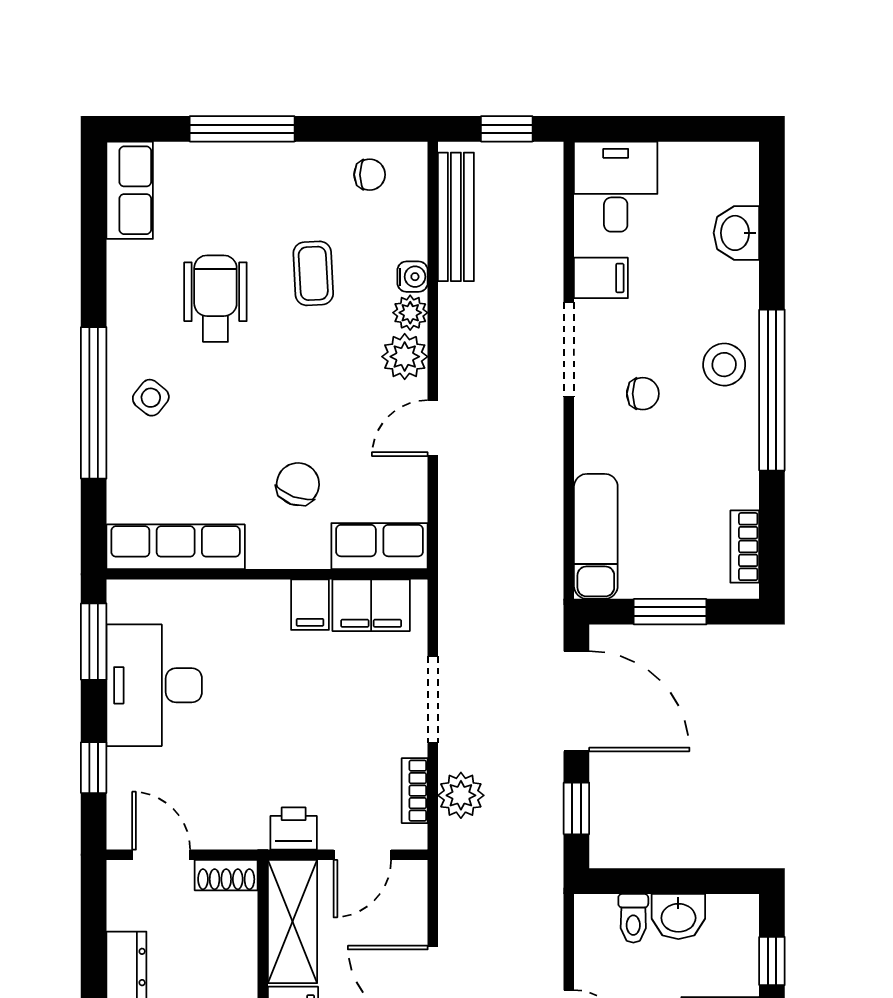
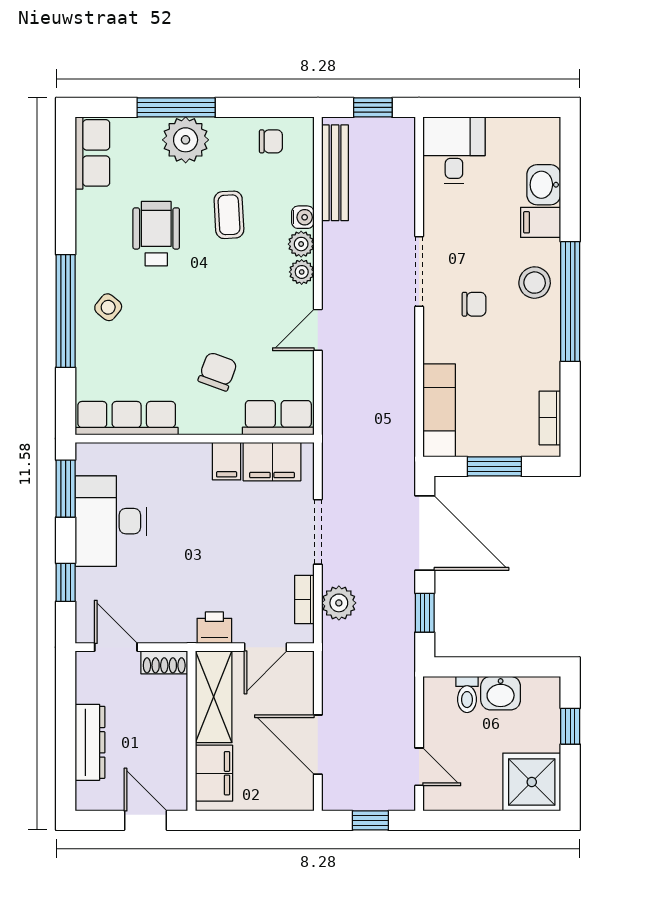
plant: (255, 173) -> (186, 140), added
filing cabinet: (601, 278) -> (541, 222), moved, turned 180
plant: (405, 357) -> (302, 272), width x0.73, depth x0.73

